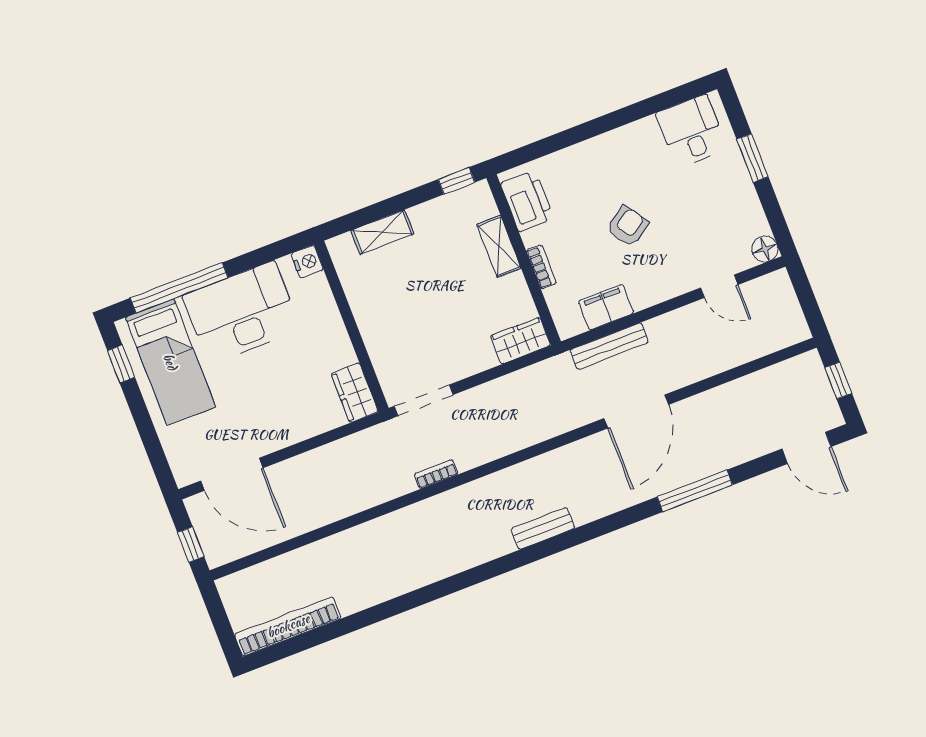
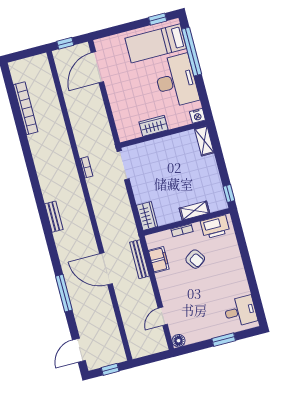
armchair: (627, 226) -> (195, 259), moved
shelving: (382, 232) -> (204, 141), moved
wardrobe: (355, 393) -> (154, 126), moved
bookcase: (288, 626) -> (26, 108), moved

